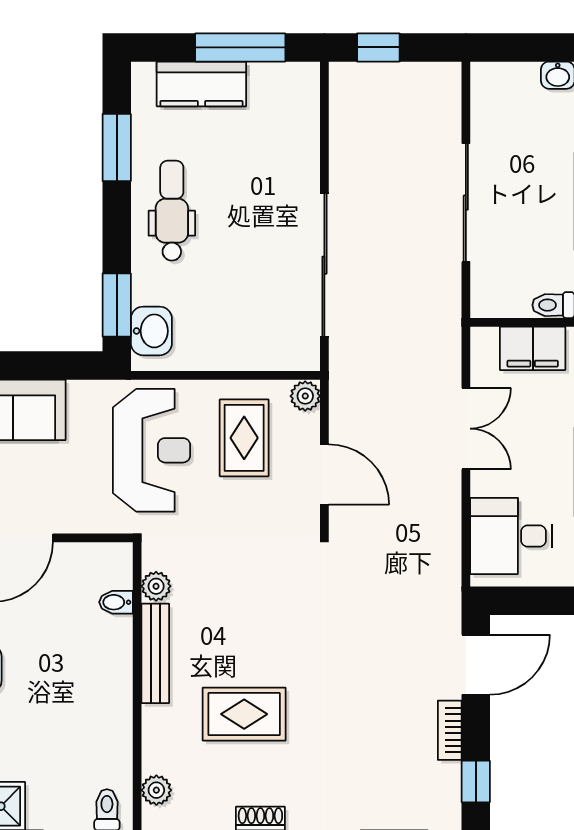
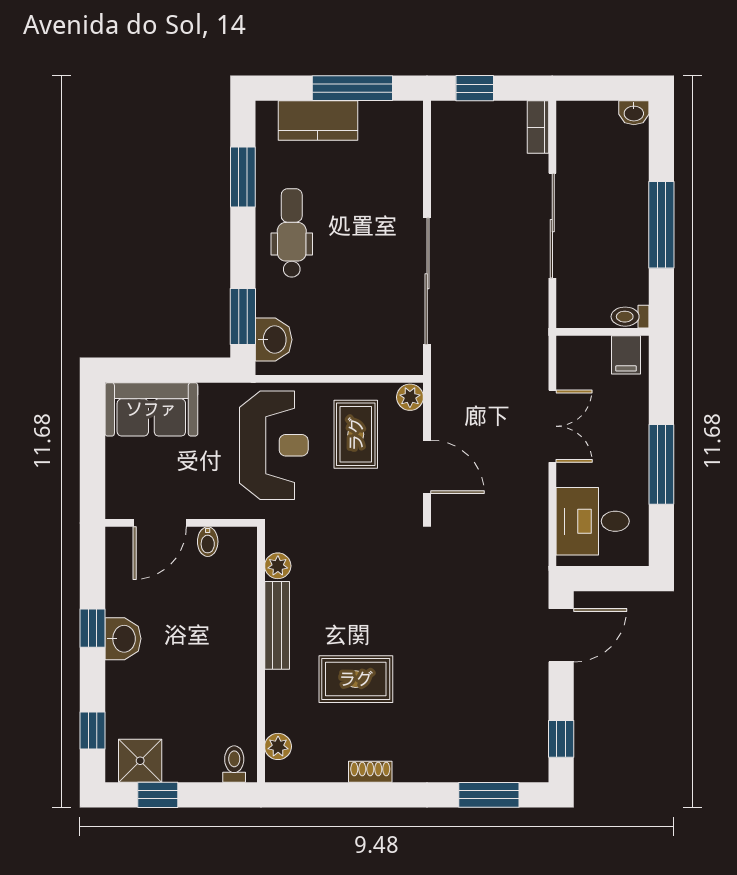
filing cabinet: (533, 348) -> (626, 355), width x0.50
bidet: (116, 602) -> (208, 542), moved, turned -90
bookcase: (450, 730) -> (538, 127), moved

